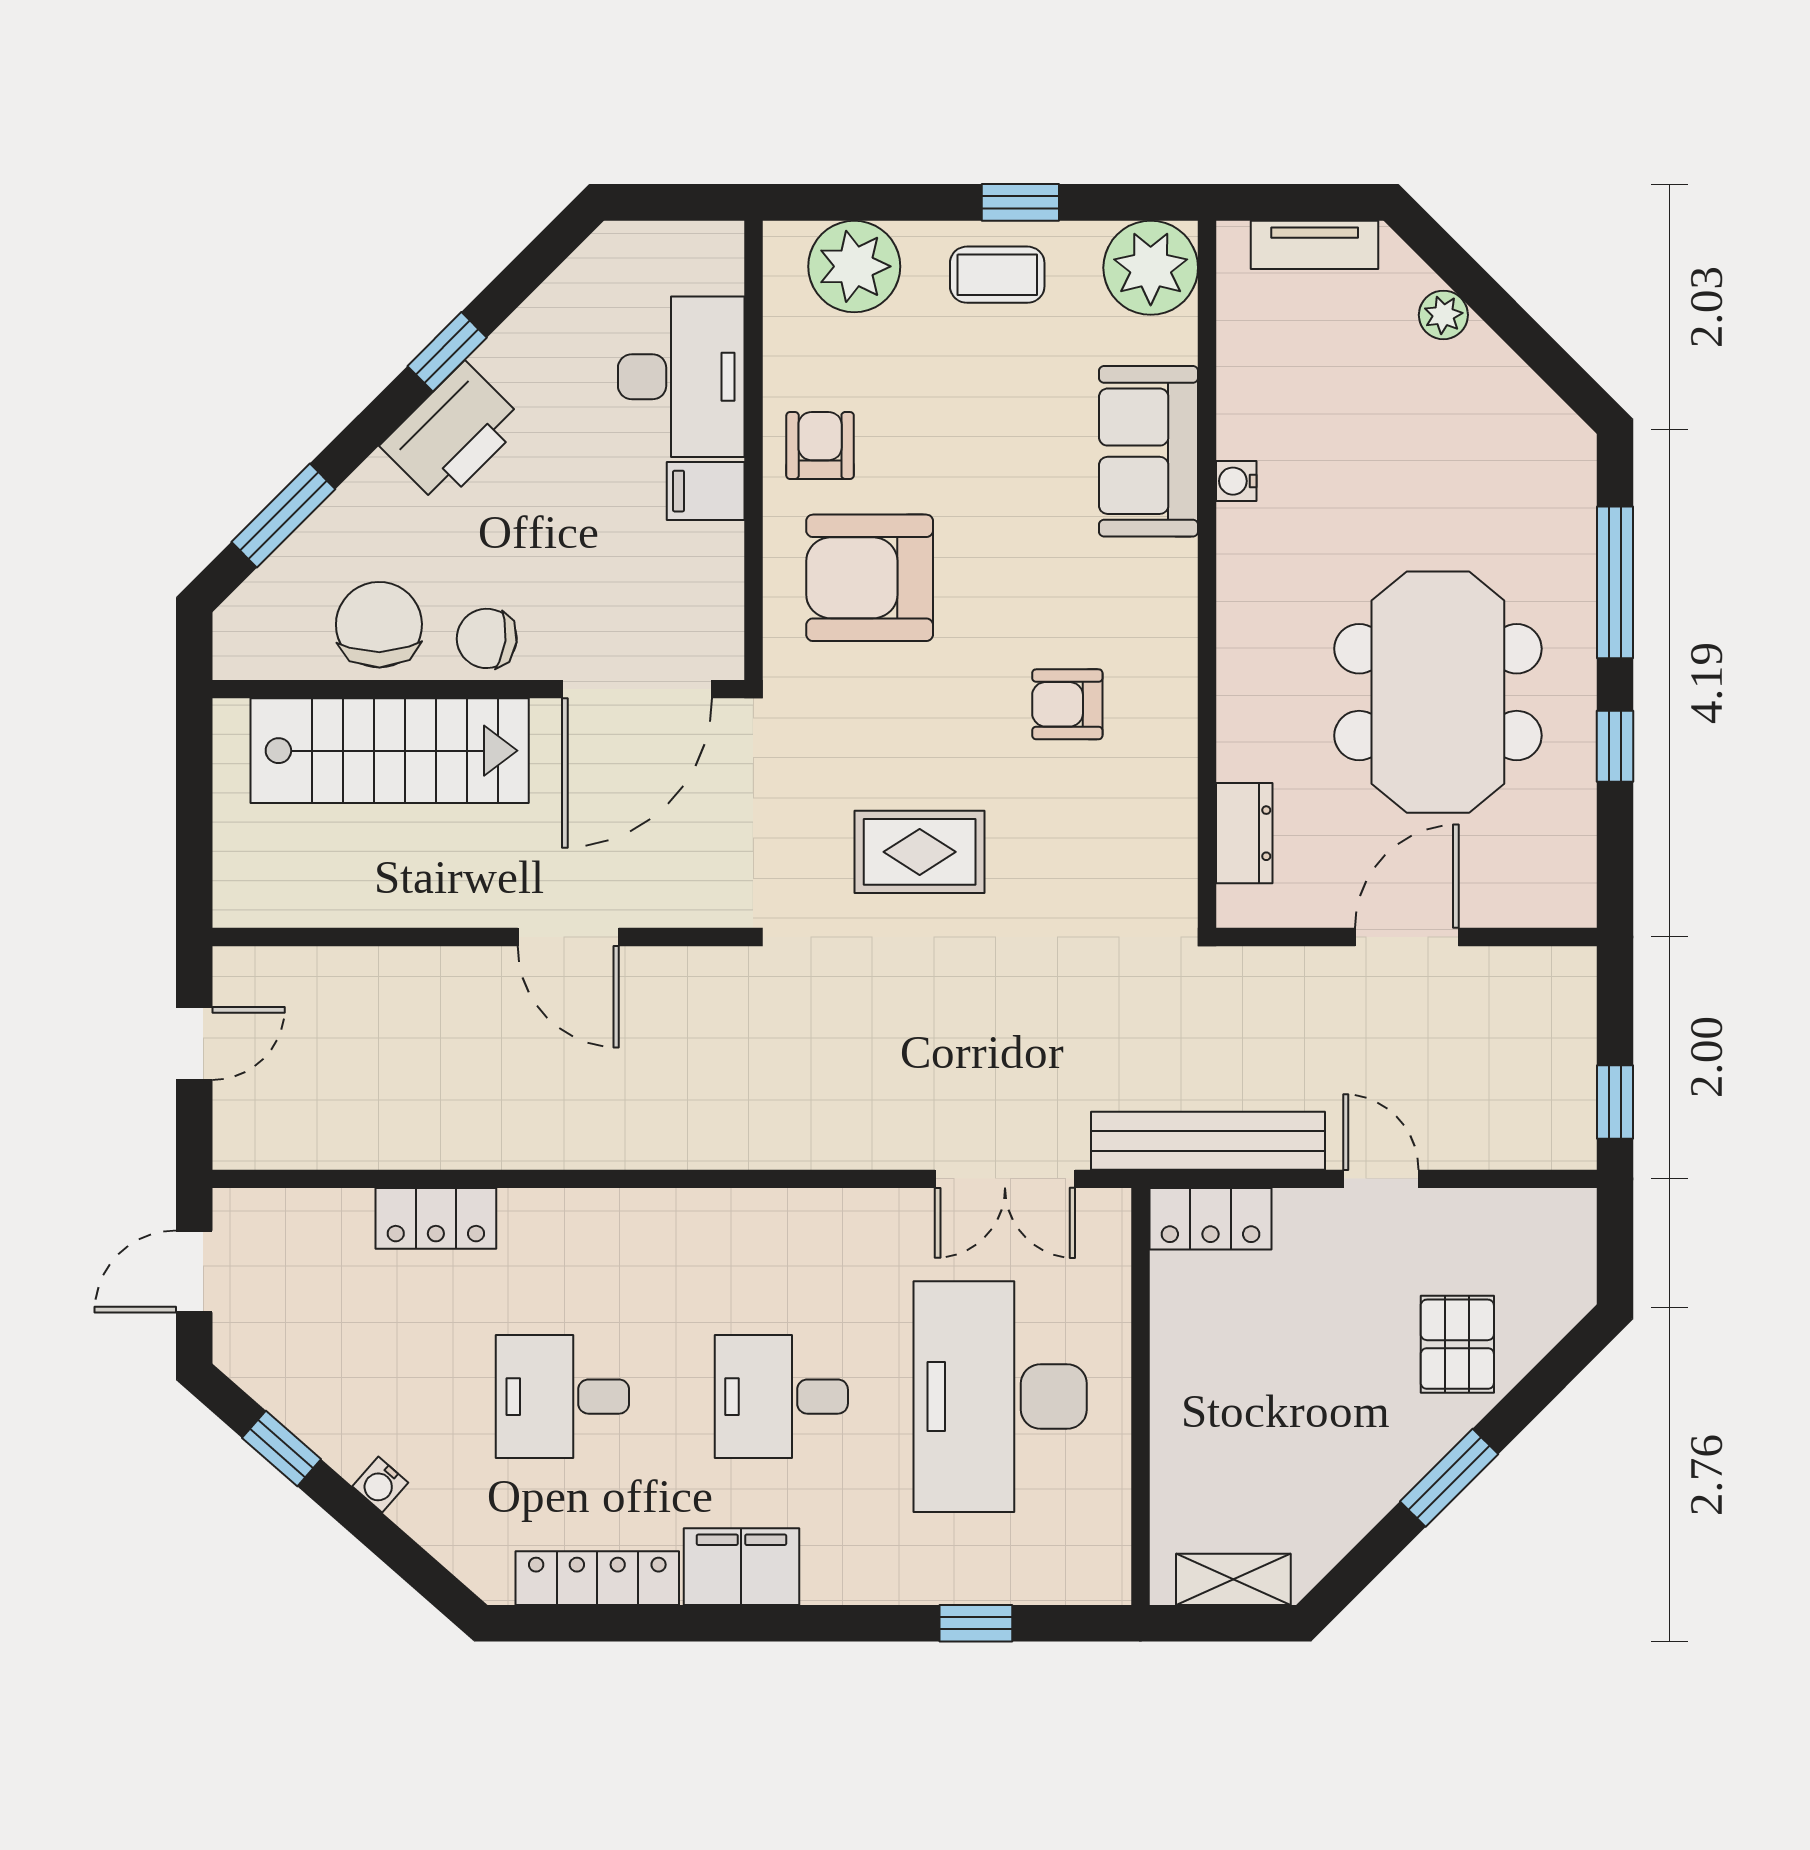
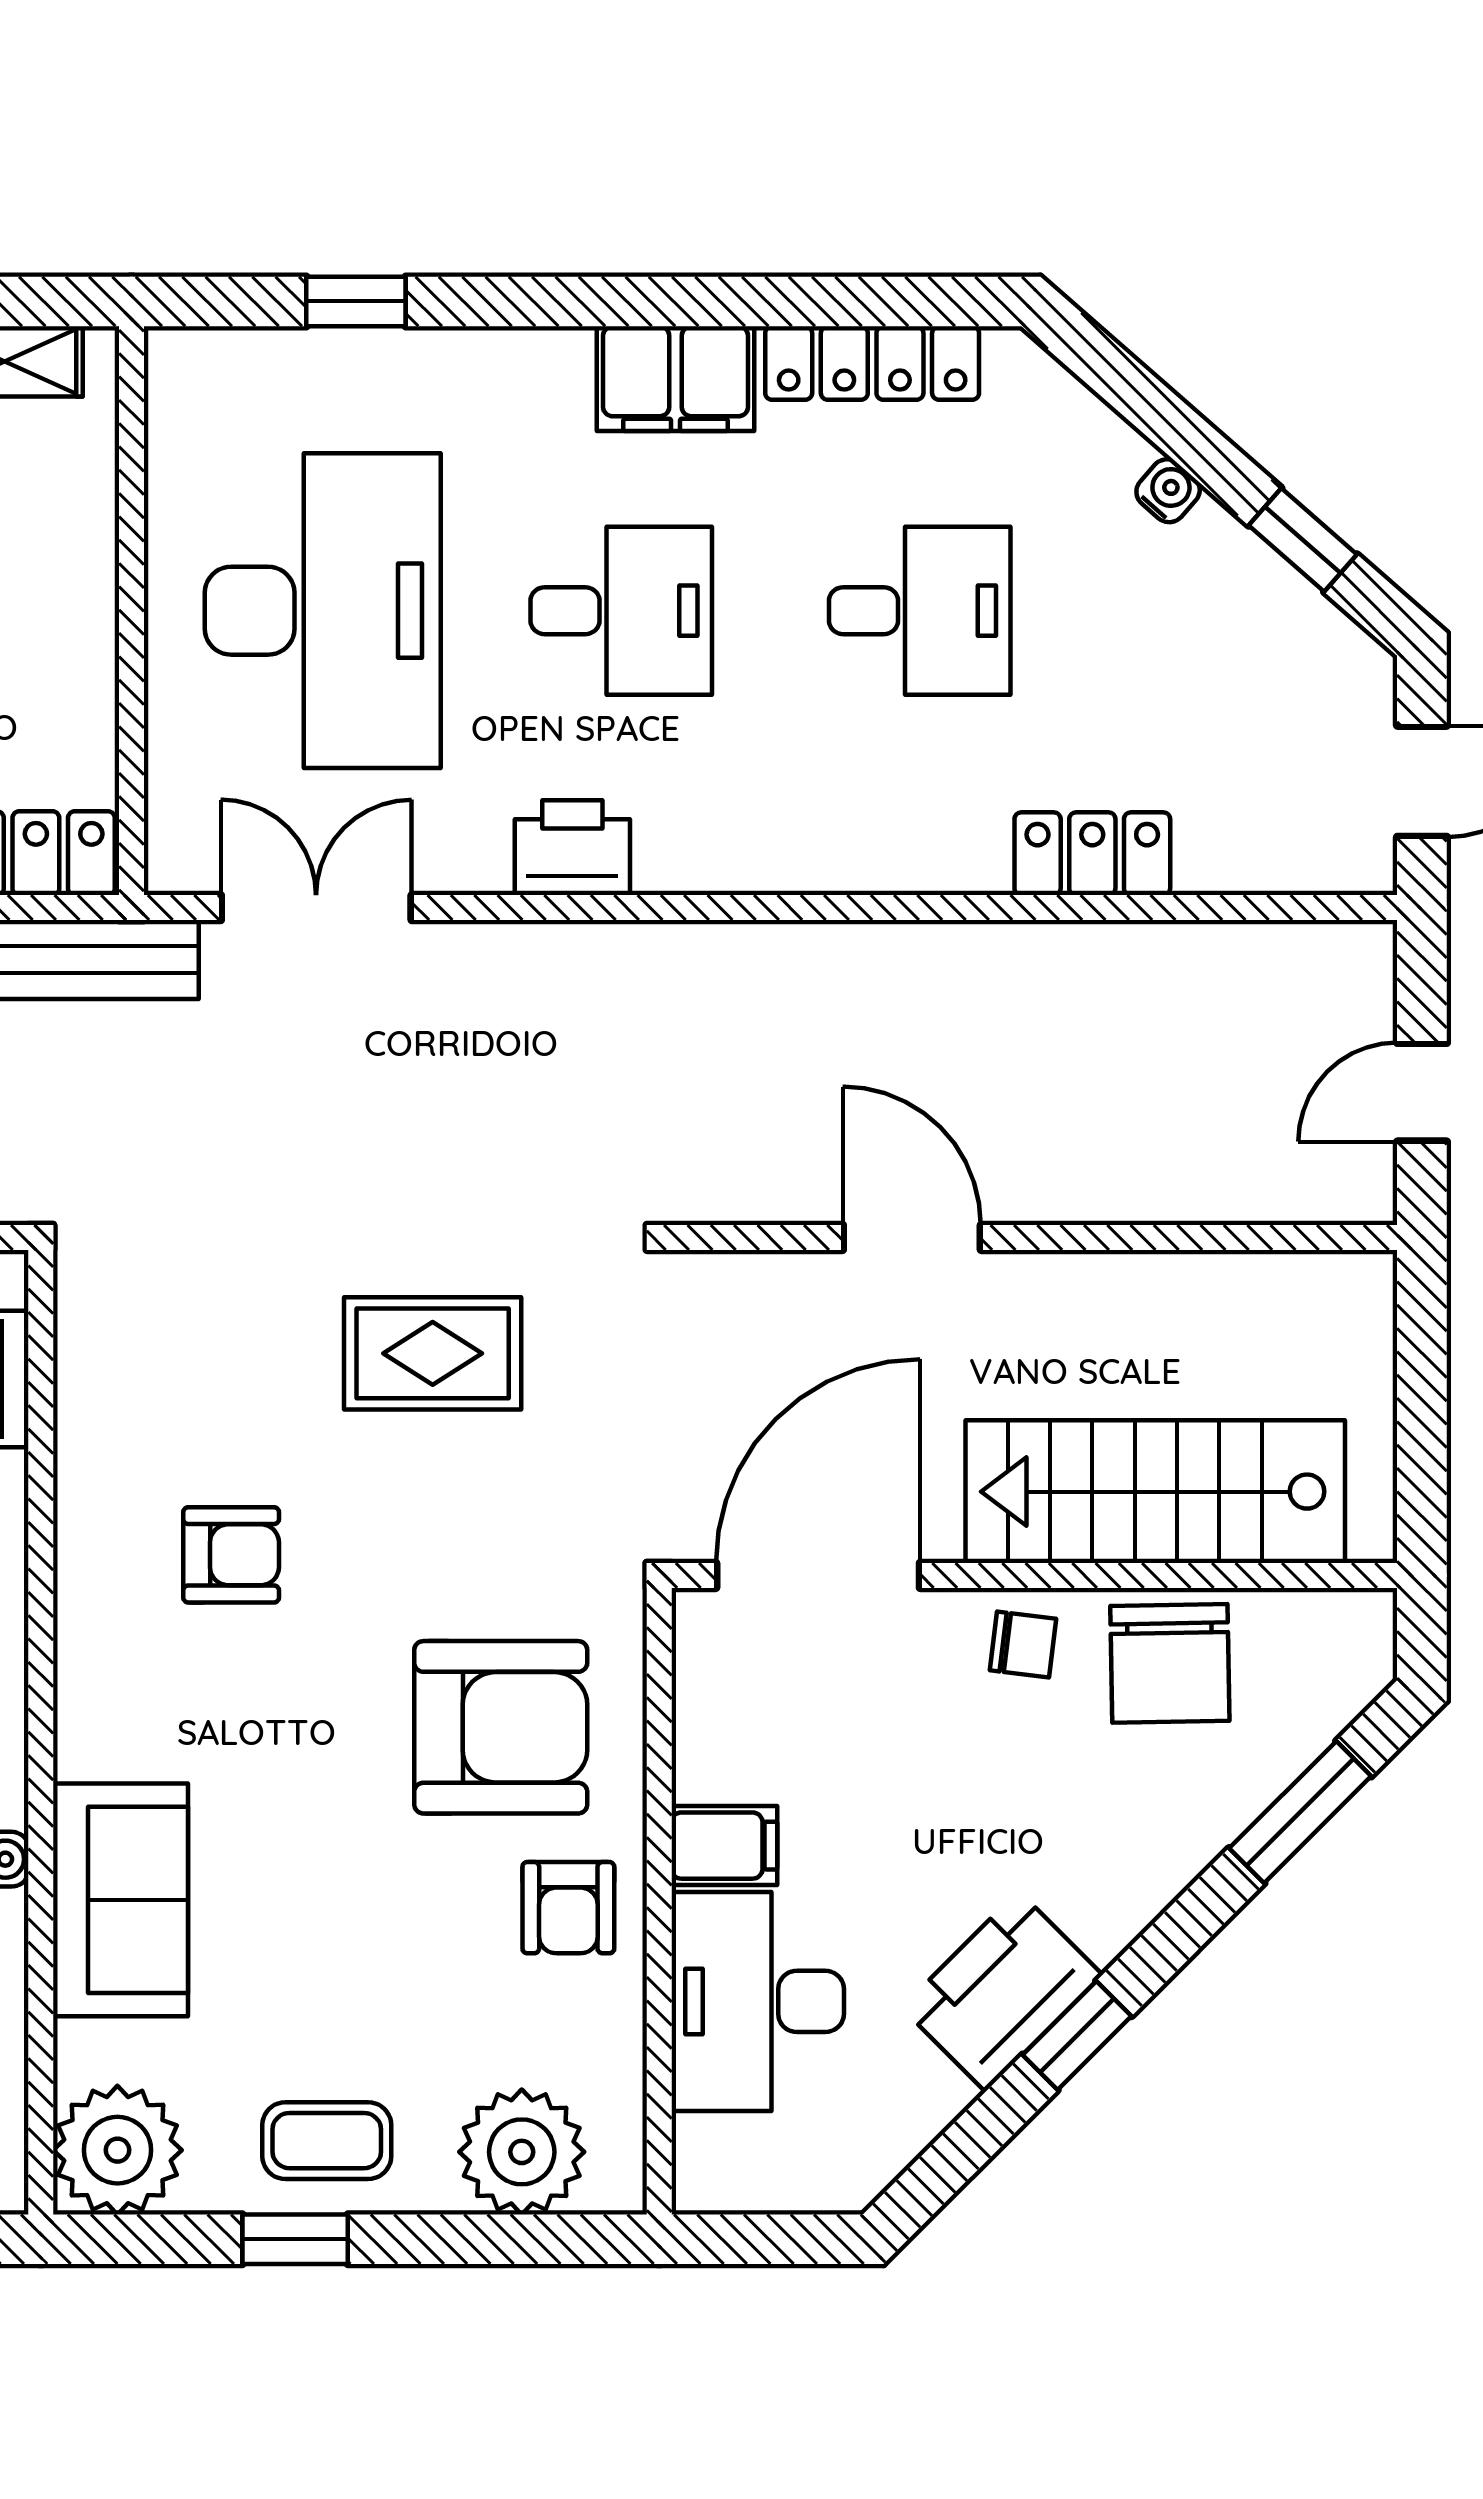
printer: (453, 434) -> (1002, 1991), moved
chair: (487, 638) -> (1023, 1645), width x0.73, depth x0.73
printer: (817, 1223) -> (572, 848), added

